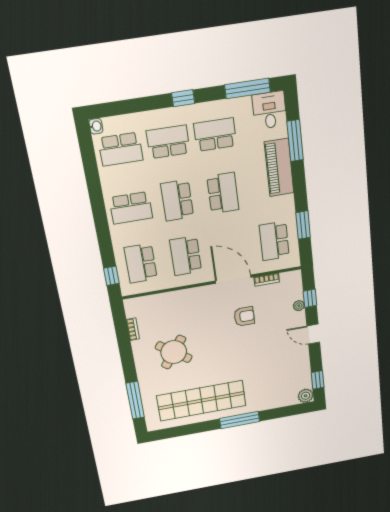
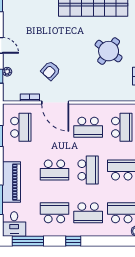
school desk: (215, 135) -> (54, 213), turned 180
school desk: (223, 193) -> (54, 170), turned -90
school desk: (186, 256) -> (88, 127), turned 90
armchair: (244, 316) -> (51, 71), turned -47

